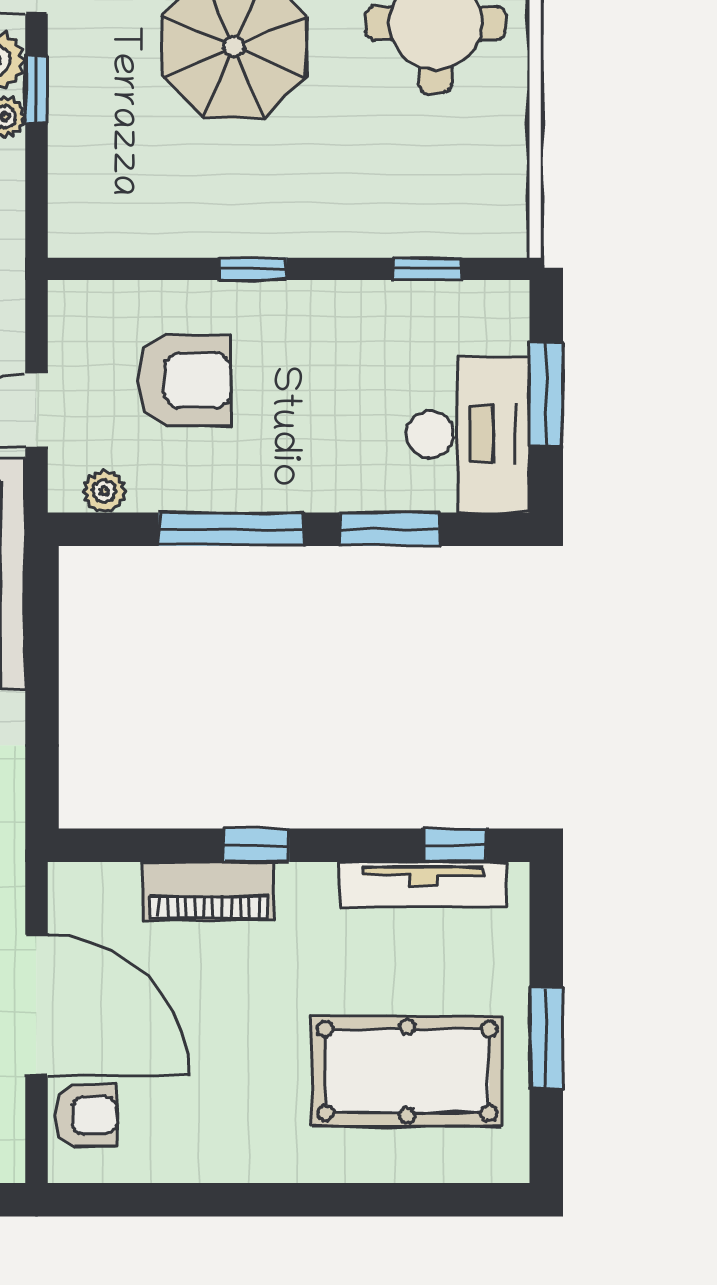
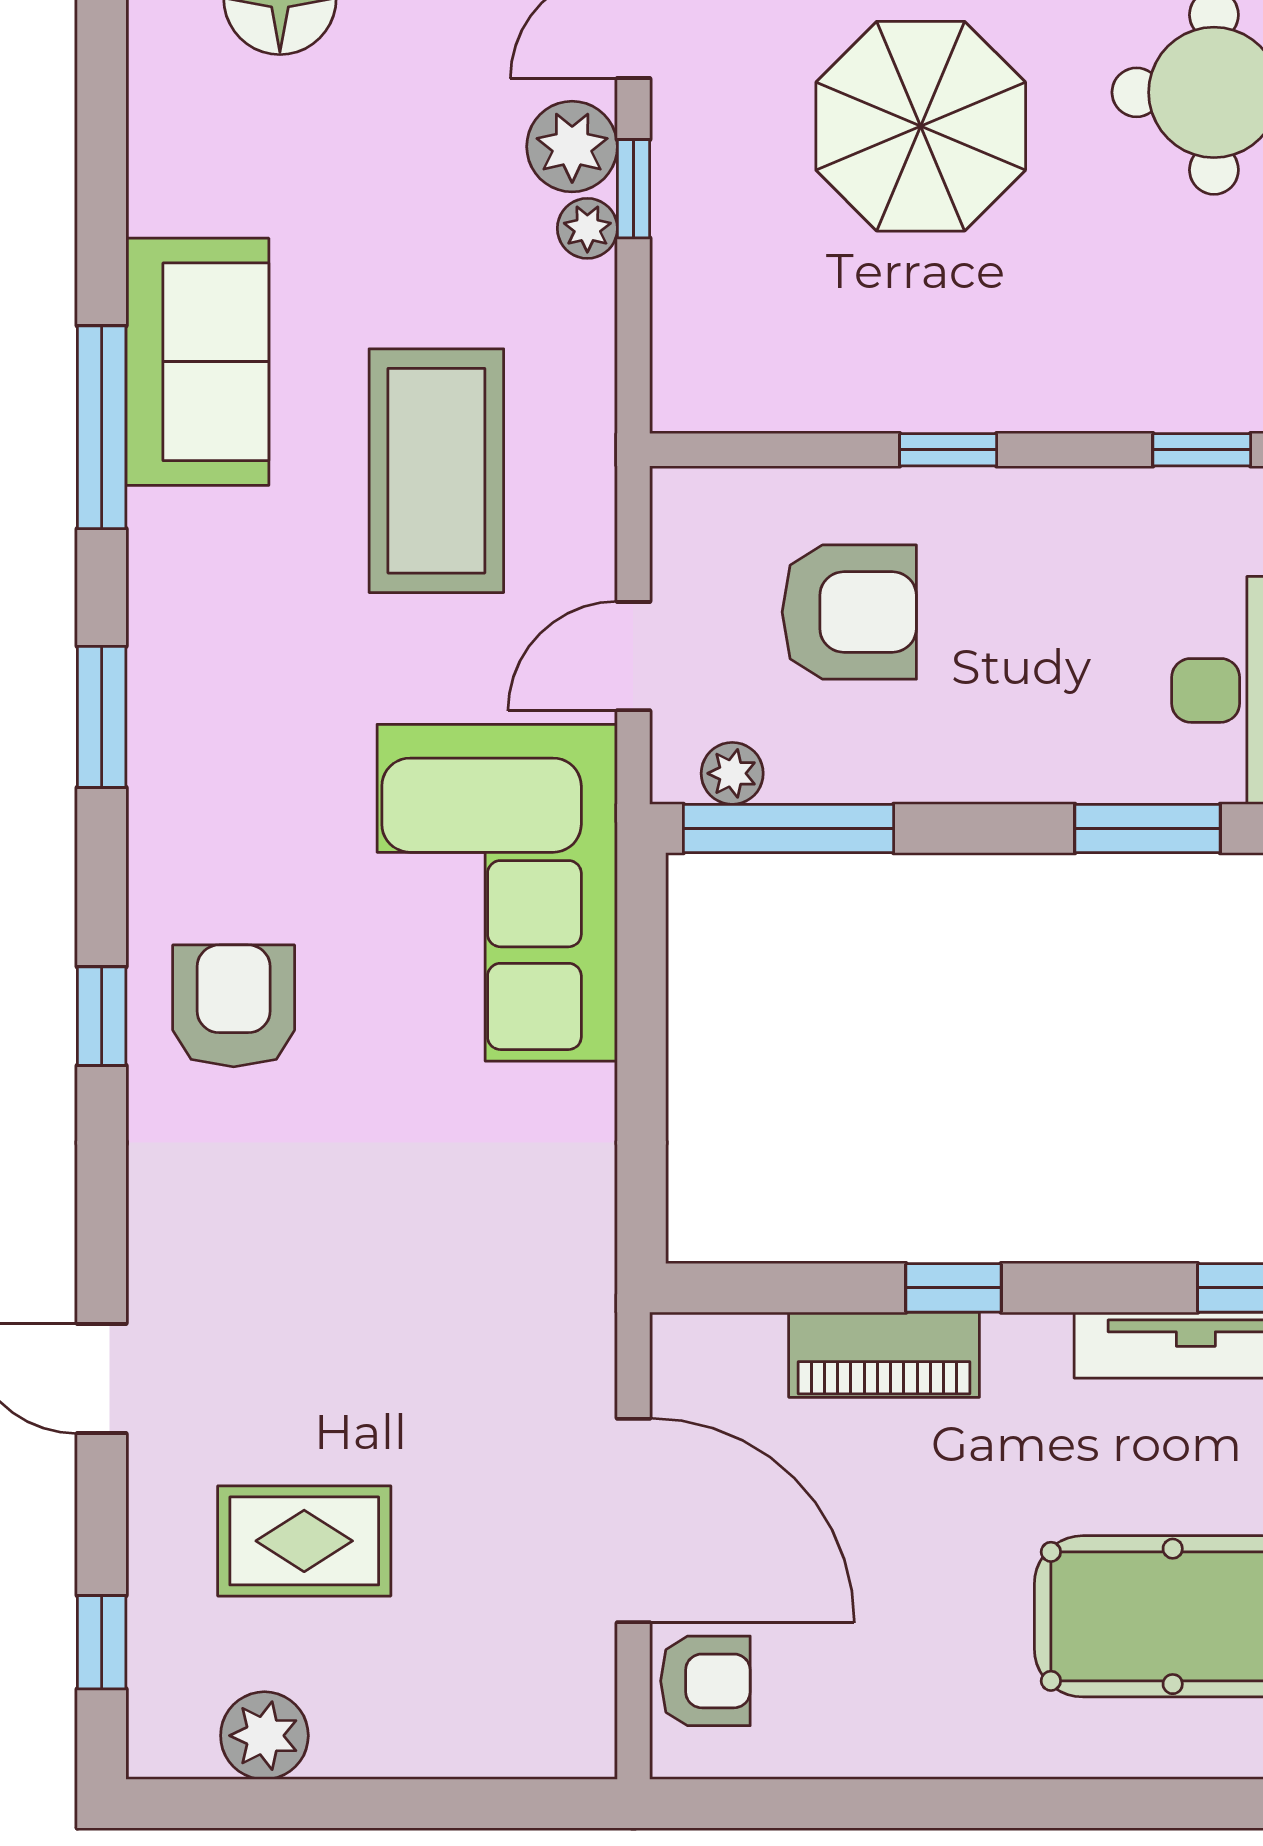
window: (231, 529) -> (789, 829), moved

